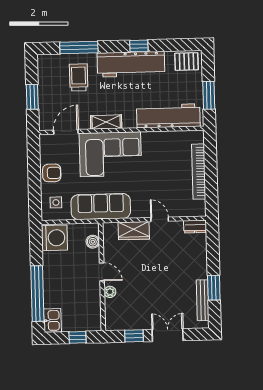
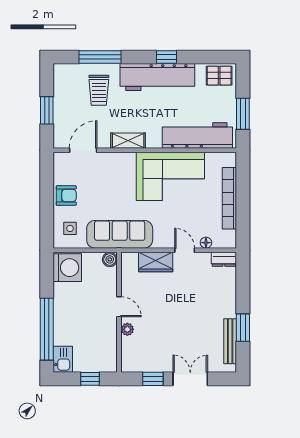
trolley: (79, 77) -> (99, 90), turned 180
corner sofa: (110, 154) -> (170, 176), moved
floor lamp: (179, 212) -> (206, 243), added
boiler: (93, 242) -> (110, 259), moved

